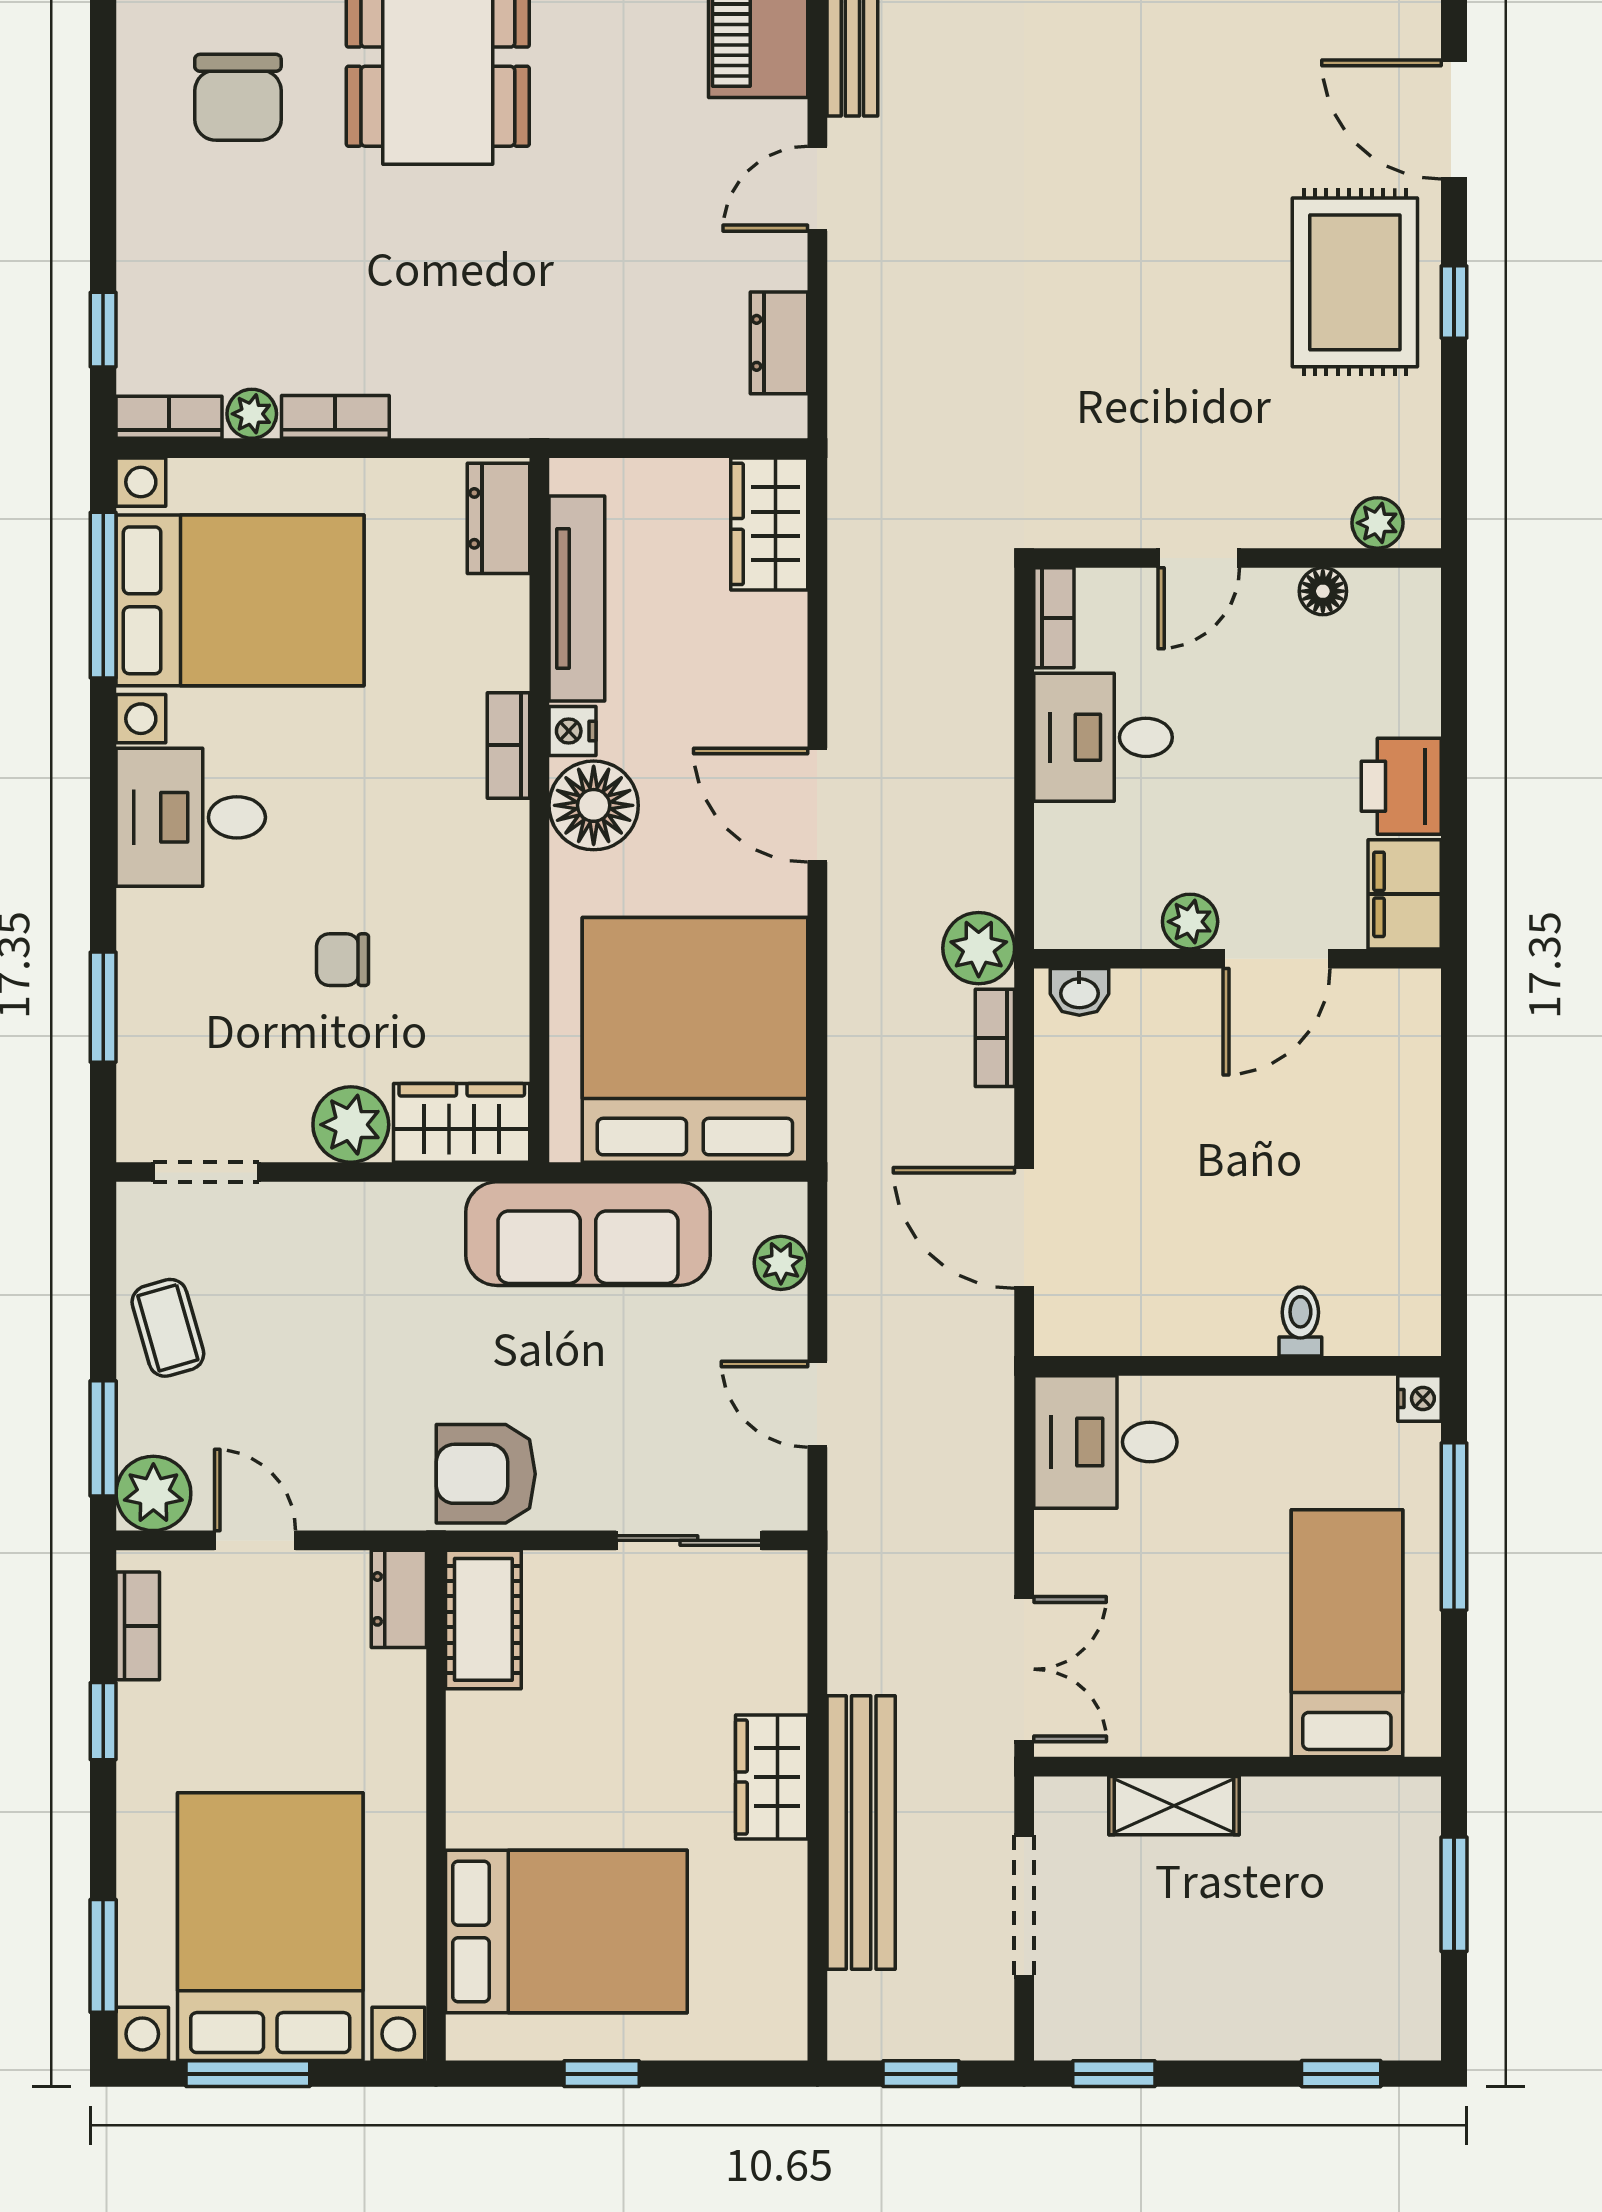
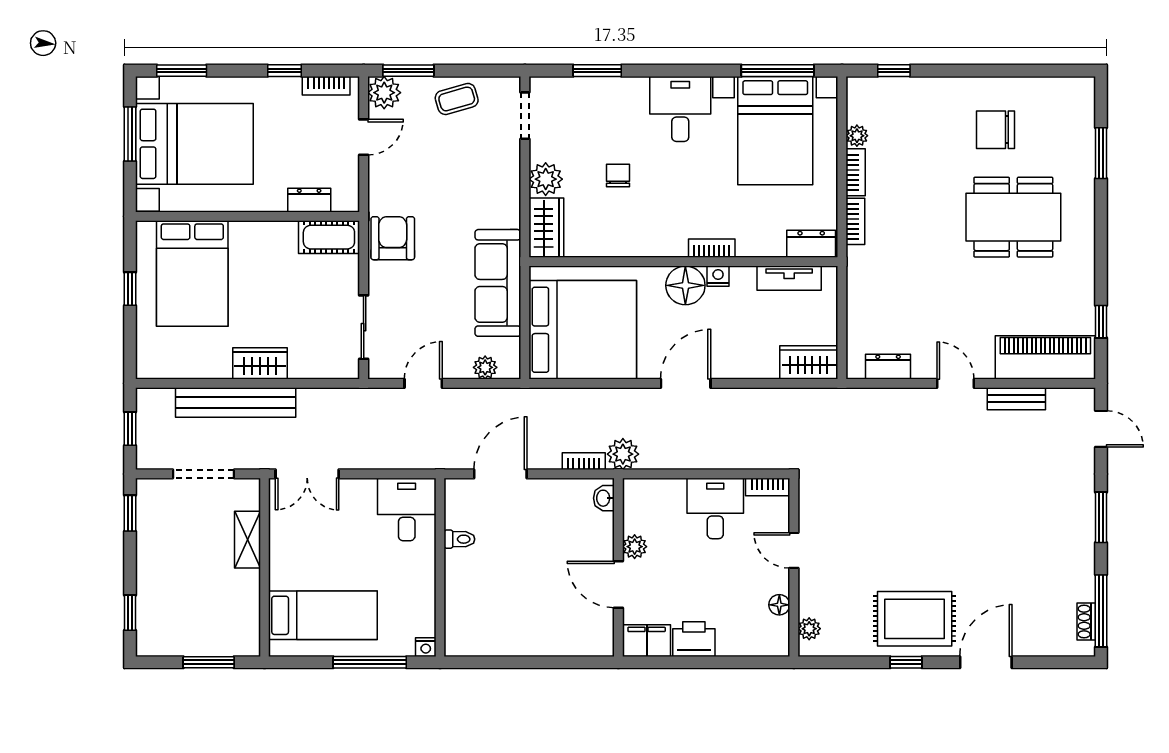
bookcase: (169, 417) -> (855, 221), moved
tv unit: (577, 598) -> (789, 278), width x0.71
toilet: (1300, 1322) -> (459, 539), moved
dresser: (399, 1599) -> (309, 200), moved

